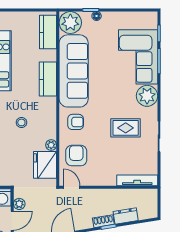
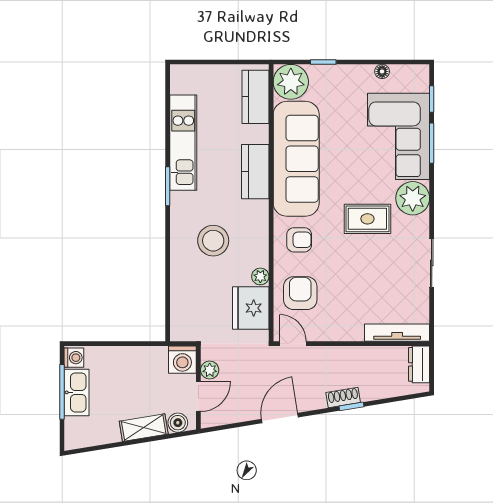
floor lamp: (97, 16) -> (382, 71), moved
stool: (21, 122) -> (213, 241), width x1.89, depth x1.89
rug: (126, 128) -> (367, 219), moved
dresser: (126, 216) -> (419, 364), moved, turned -81

